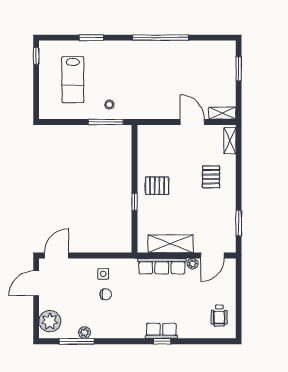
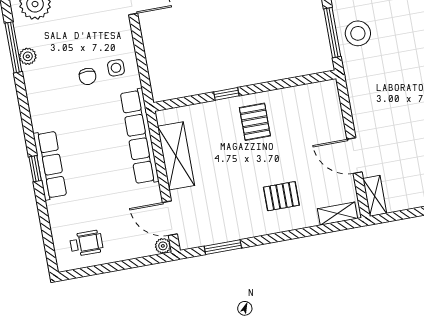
stool: (109, 105) -> (358, 33), width x1.89, depth x1.89
door: (192, 122) -> (354, 156), swing flipped
plant: (193, 264) -> (163, 246), moved
row of seats: (162, 266) -> (140, 137), width x1.36
wheelchair: (219, 316) -> (86, 243), turned 180
row of seats: (161, 331) -> (50, 165), width x1.48

